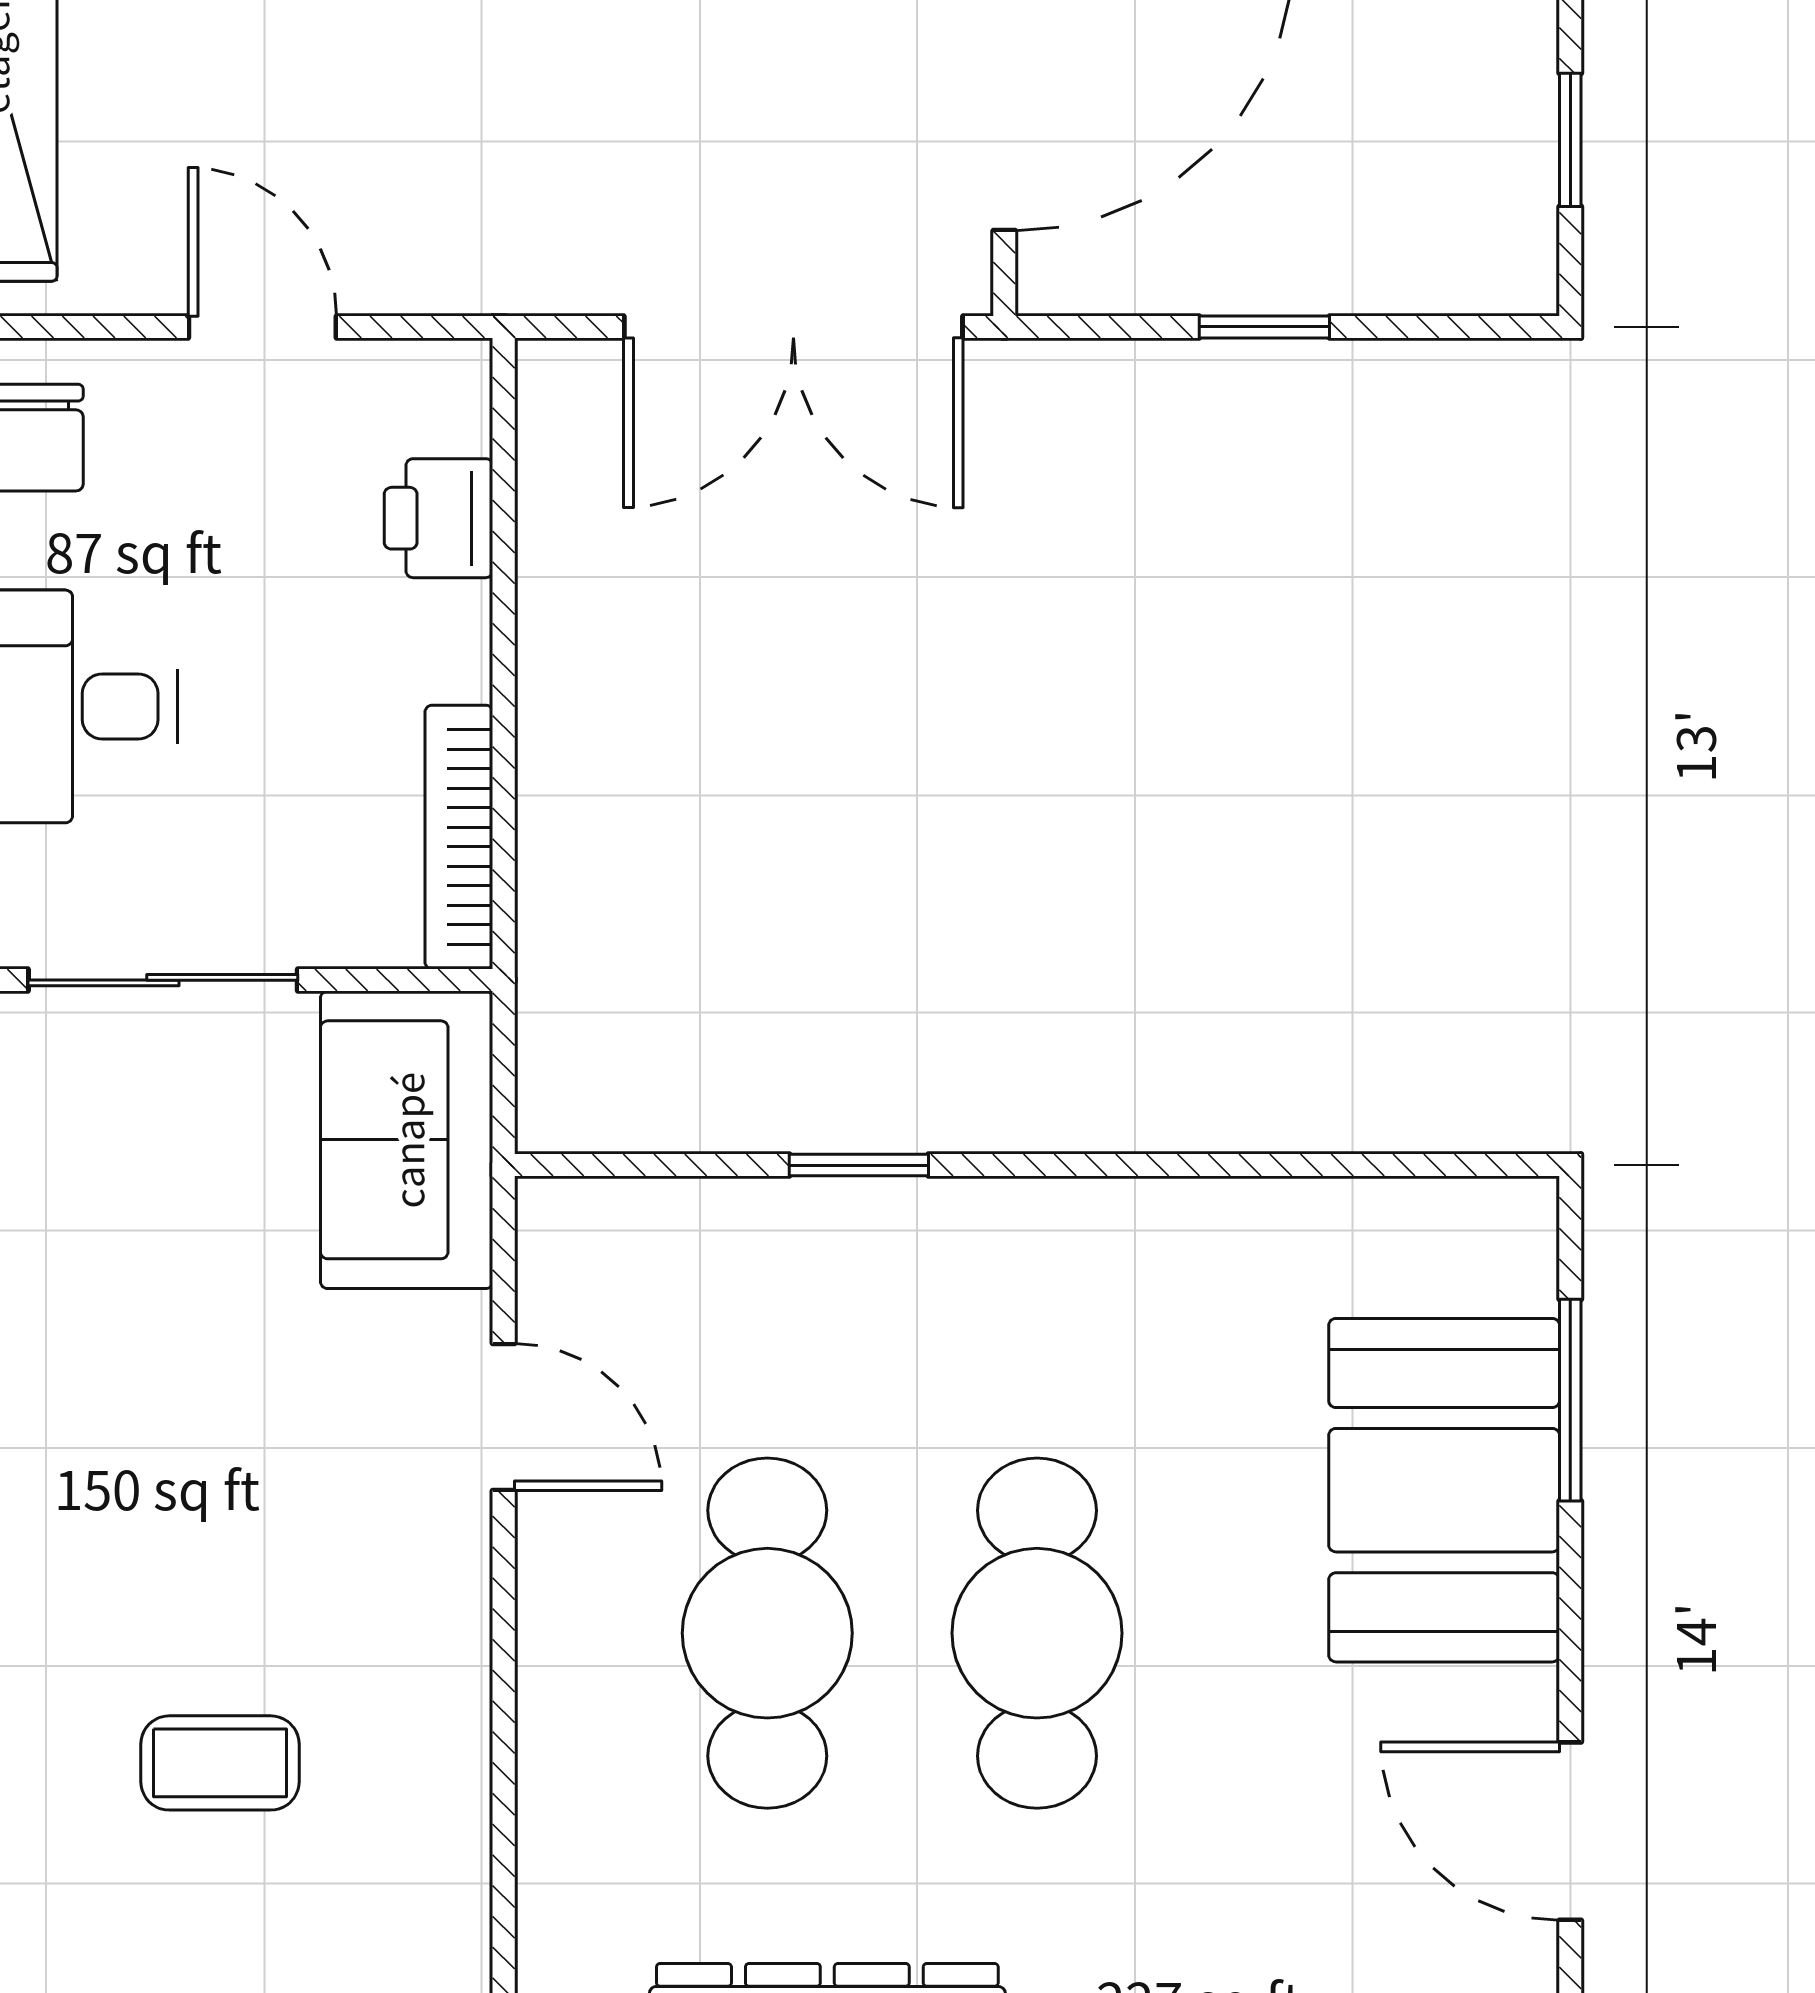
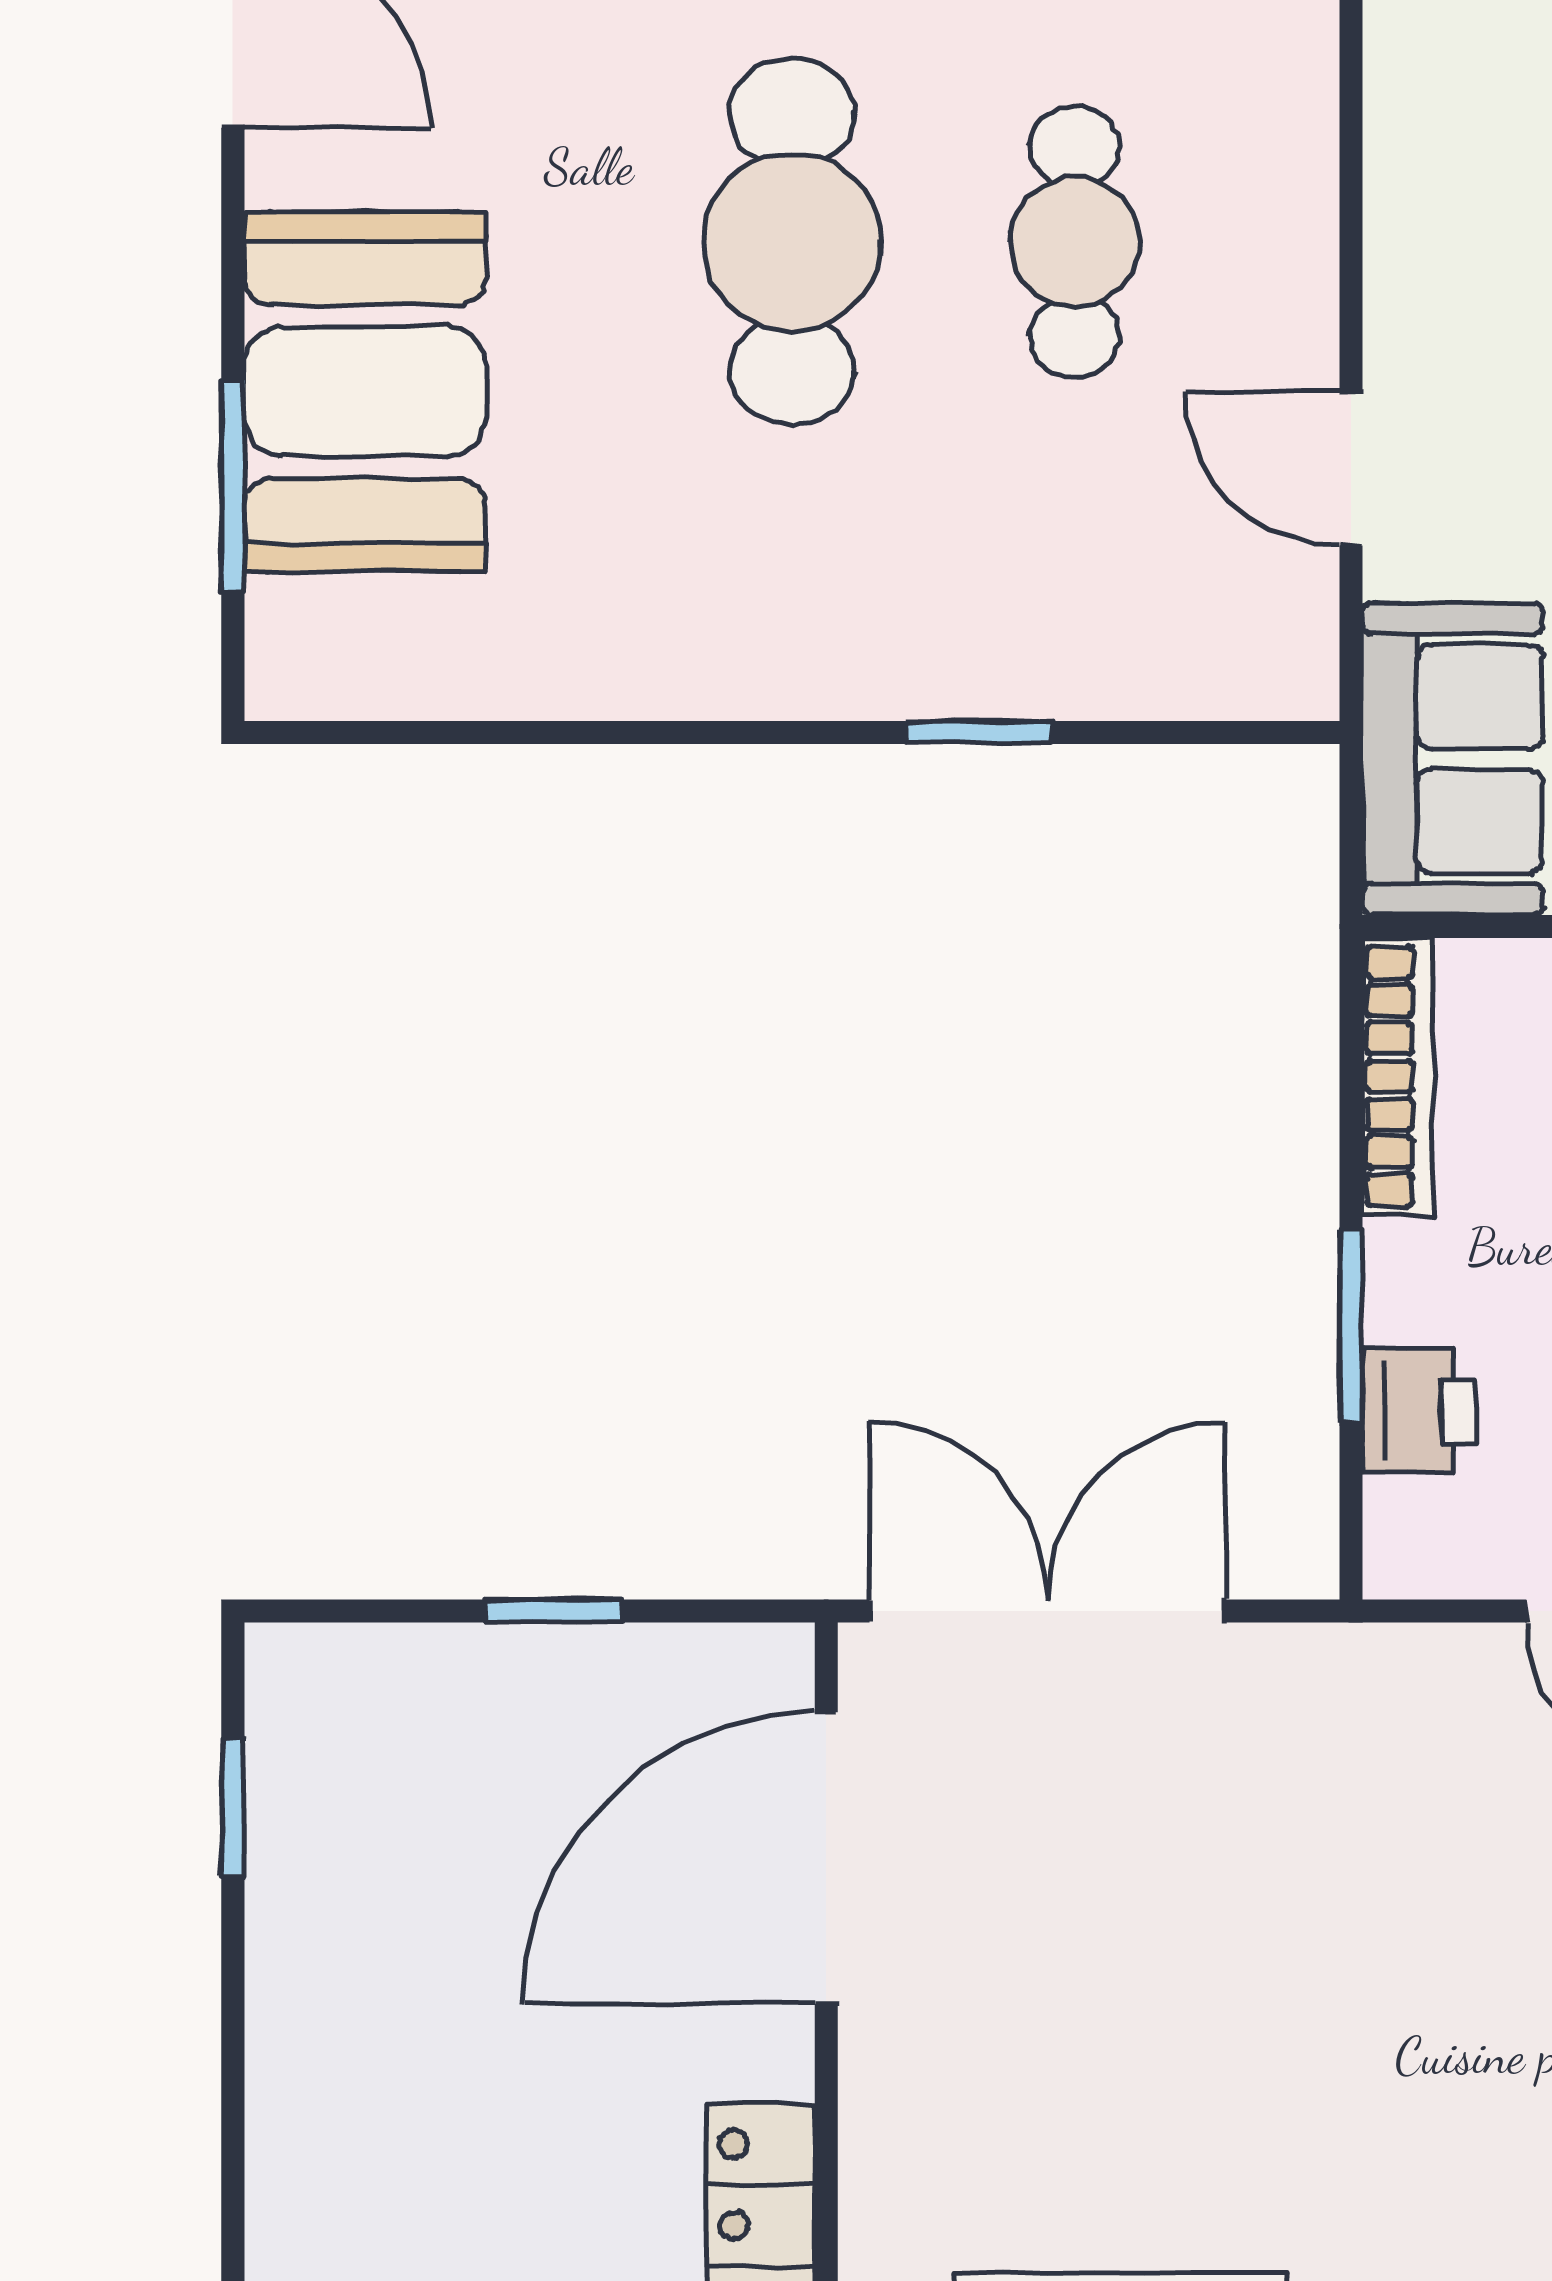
window: (504, 599) -> (1351, 1326), added
cafe table: (767, 1633) -> (1075, 242), width x0.73, depth x0.74

